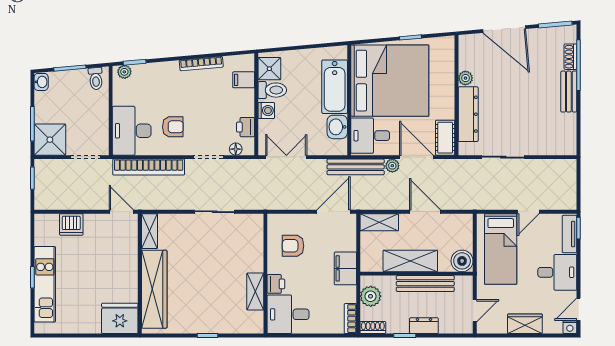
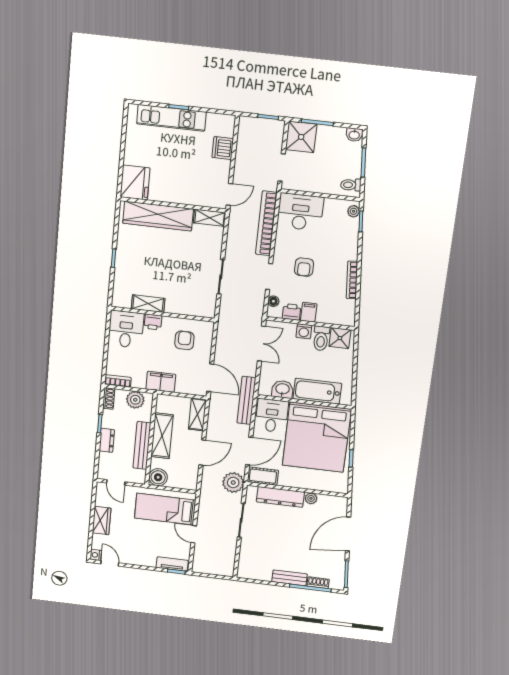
filing cabinet: (244, 80) -> (309, 312), moved
armchair: (173, 127) -> (304, 267), moved
plant: (392, 166) -> (233, 482), moved, width x1.87, depth x1.87
desk: (557, 272) -> (142, 551), removed

